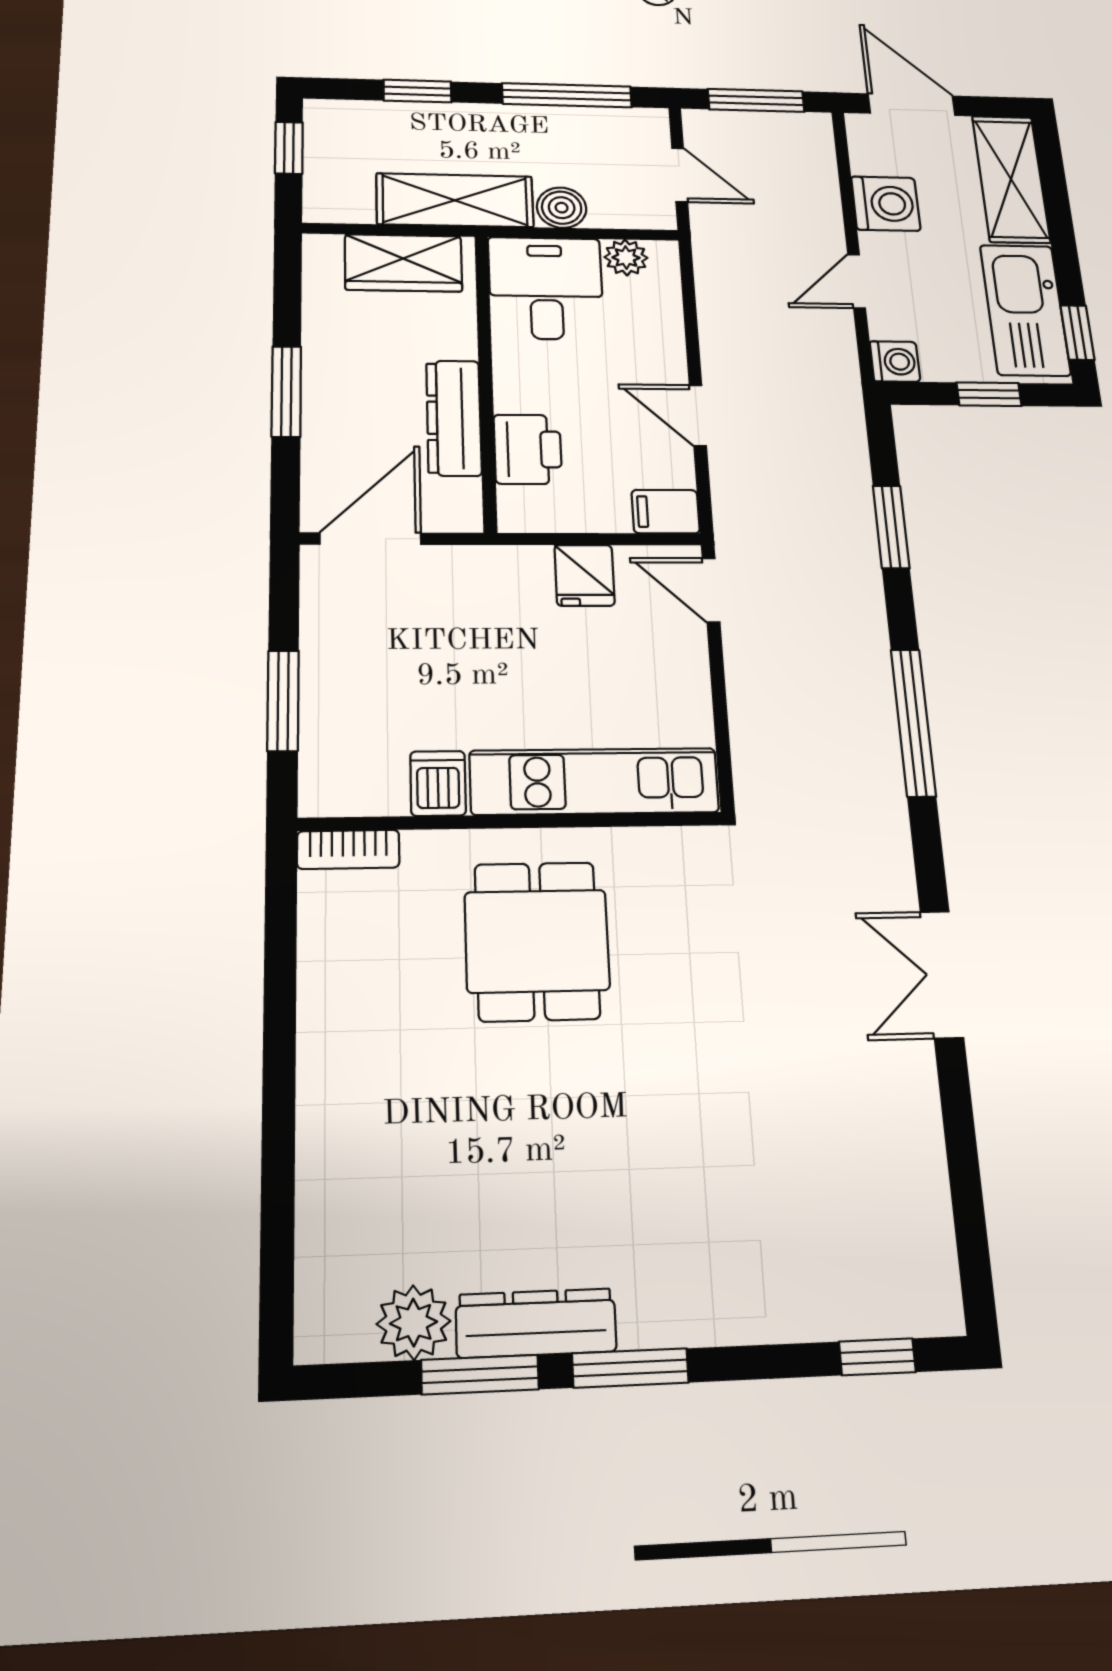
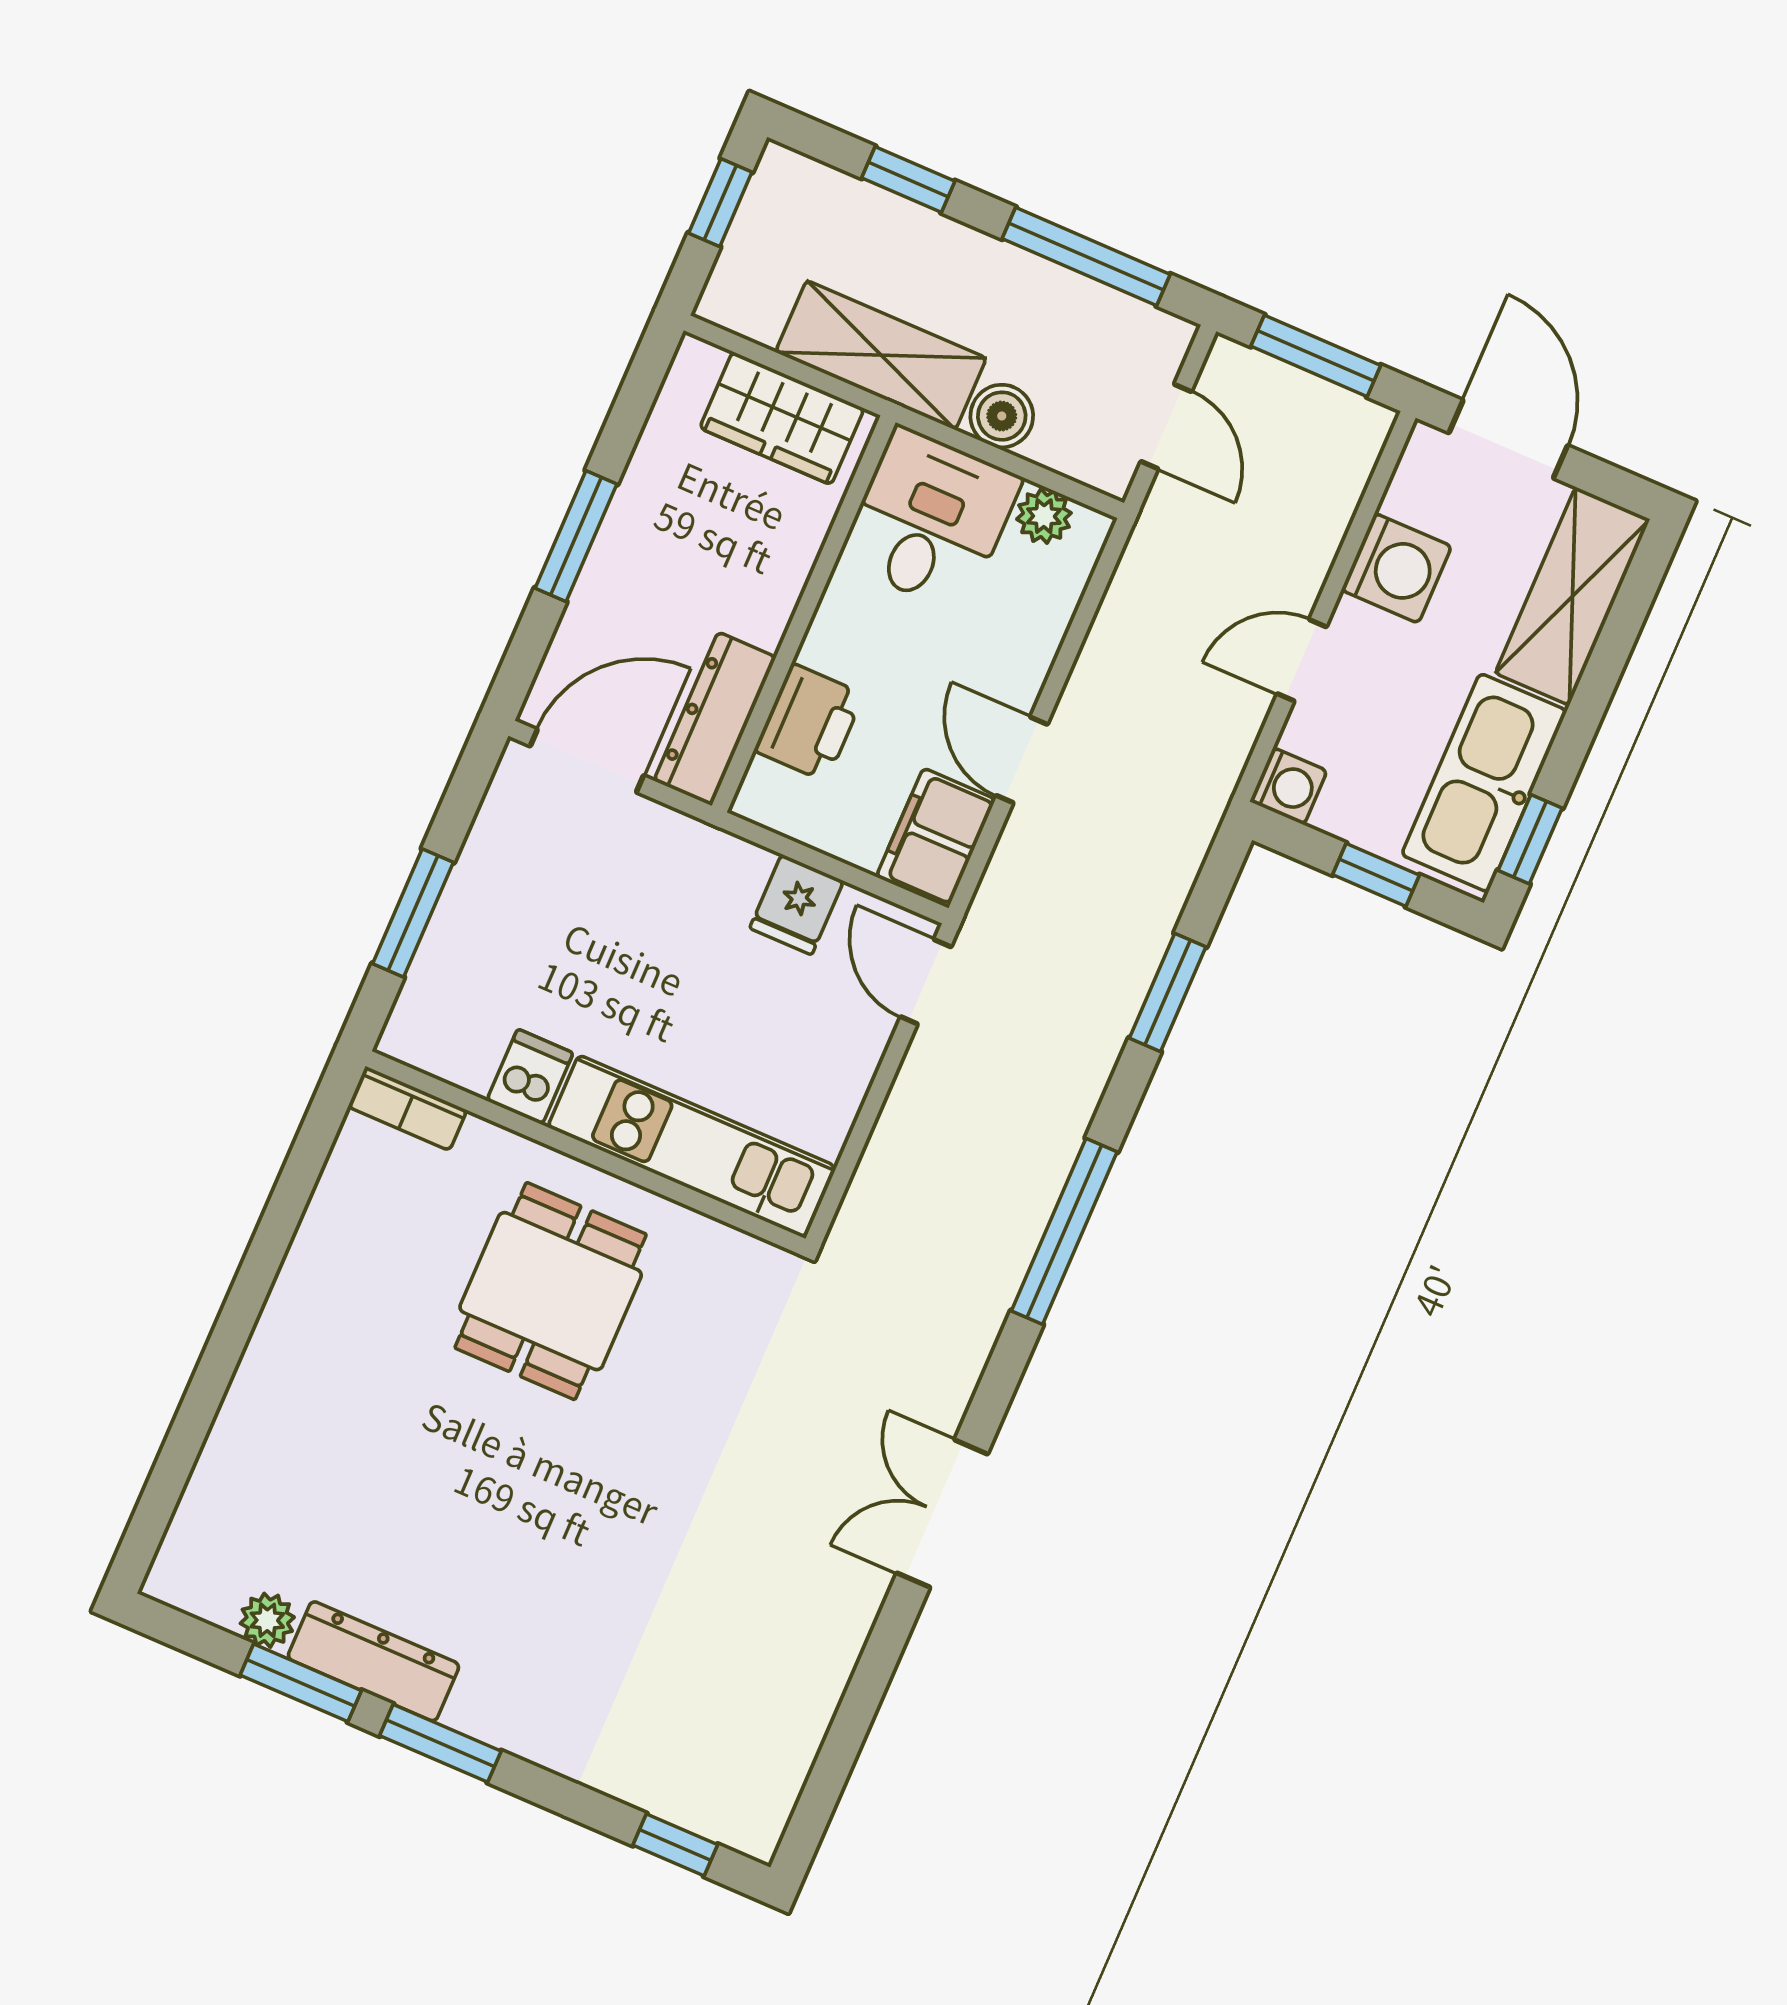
dresser: (454, 418) -> (715, 719), moved
filing cabinet: (666, 512) -> (936, 838), width x2.00
plant: (414, 1323) -> (267, 1620), width x0.73, depth x0.73

